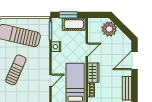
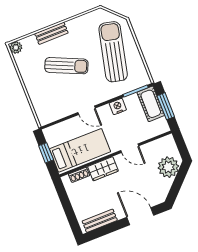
cot: (74, 24) -> (151, 104), moved
door: (51, 80) -> (87, 110), moved

